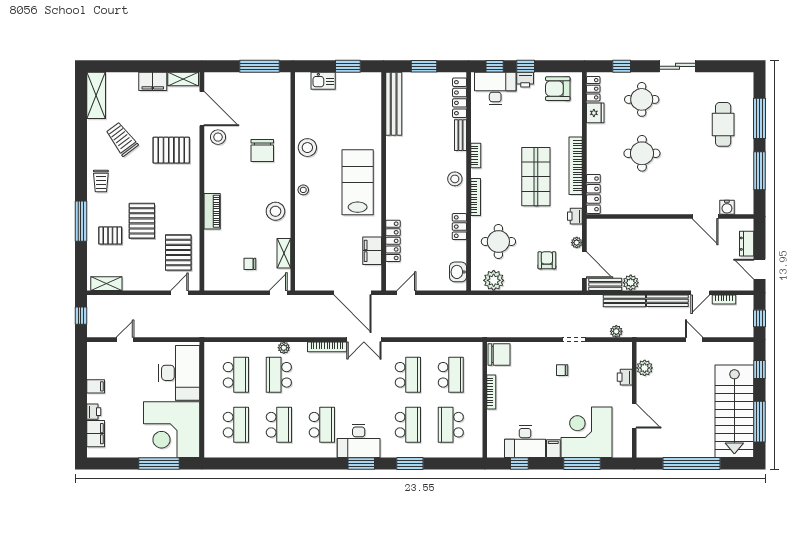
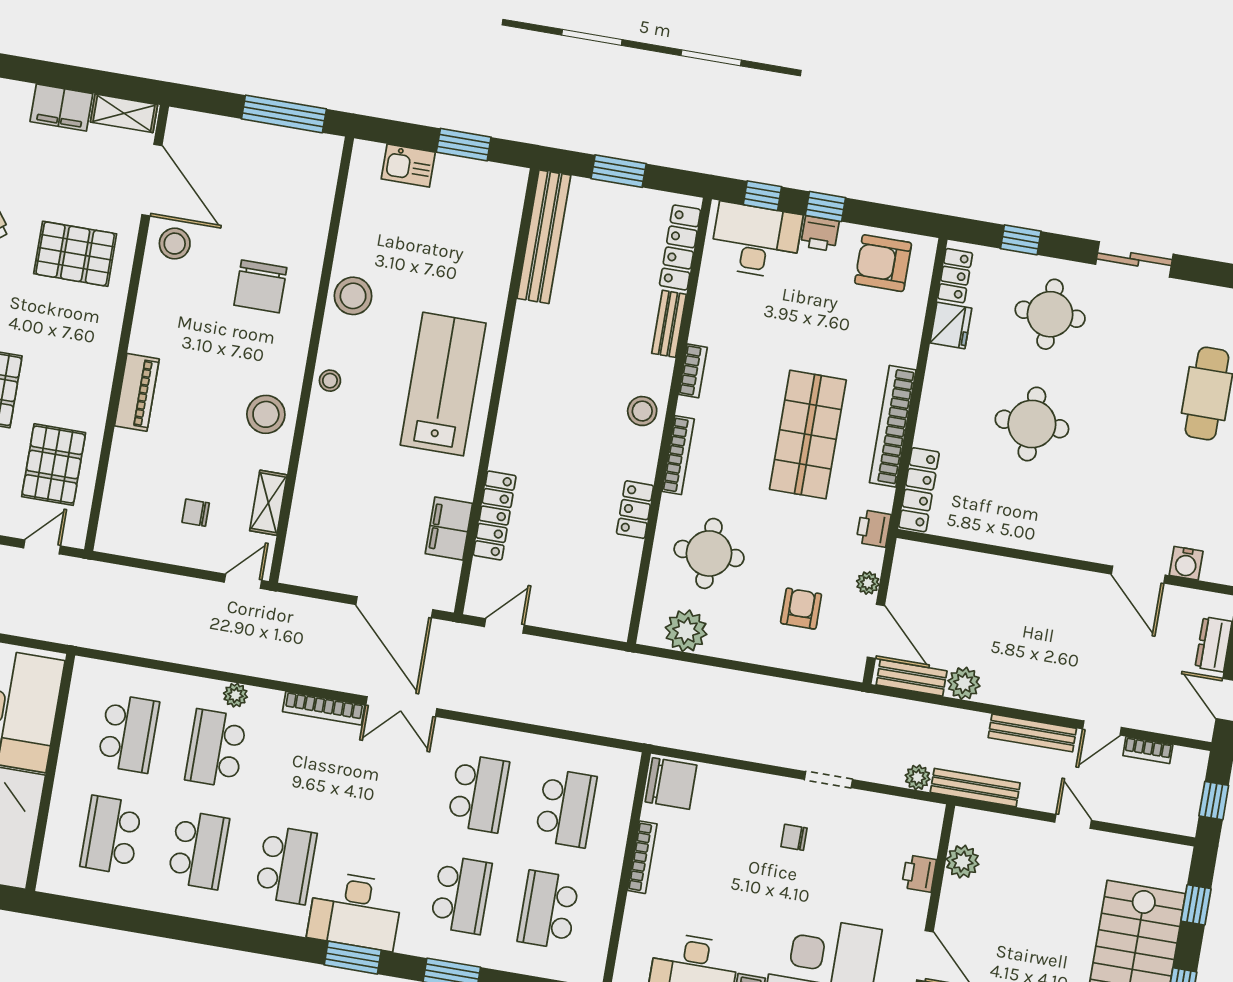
washbasin: (458, 272) -> (616, 601), removed
bench: (624, 301) -> (975, 788), moved
school desk: (236, 425) -> (111, 835), turned 180

